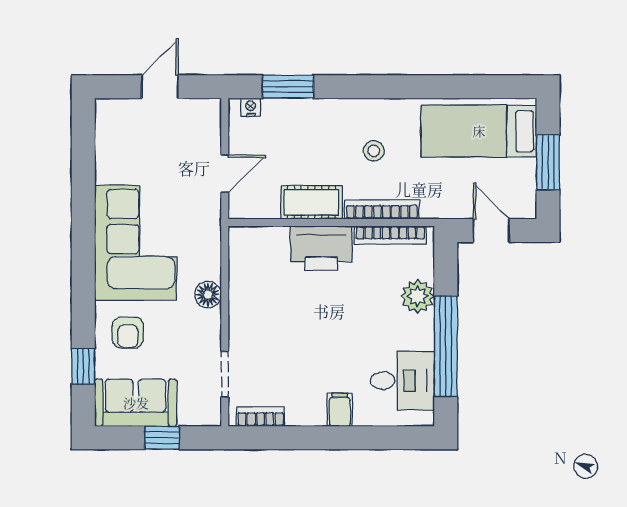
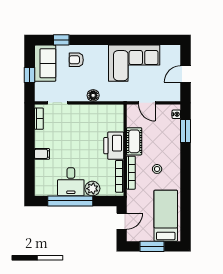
door: (160, 87) -> (185, 74), swing flipped
corner sofa: (136, 243) -> (134, 63), moved
desk: (403, 381) -> (71, 182), moved

